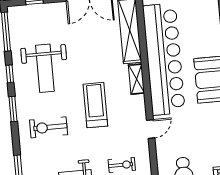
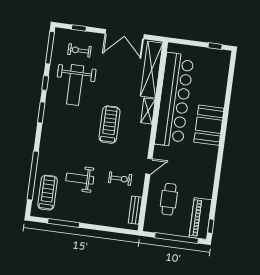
exercise bike: (49, 127) -> (79, 50), moved, width x0.73, depth x0.72
door: (151, 129) -> (149, 166), moved

